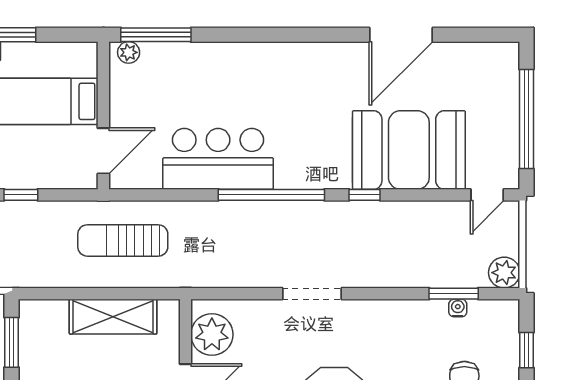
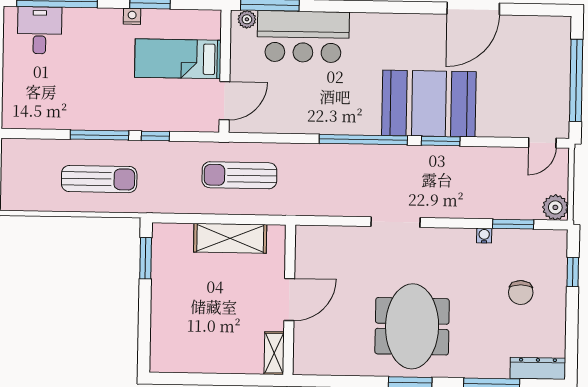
booth: (409, 150) -> (429, 103), moved
bar counter: (218, 159) -> (303, 37), moved, turned 180
window: (365, 195) -> (441, 141), width x1.50
water cooler: (458, 308) -> (484, 236), moved
plant: (212, 334) -> (312, 255), removed

